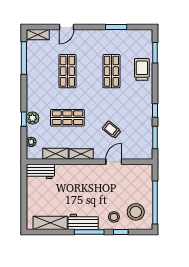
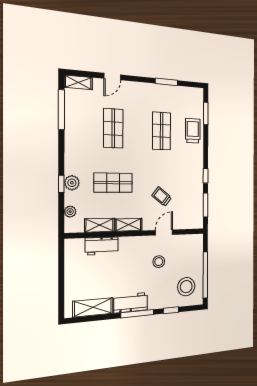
workbench: (40, 171) -> (102, 246), moved
stool: (114, 217) -> (159, 262), moved

